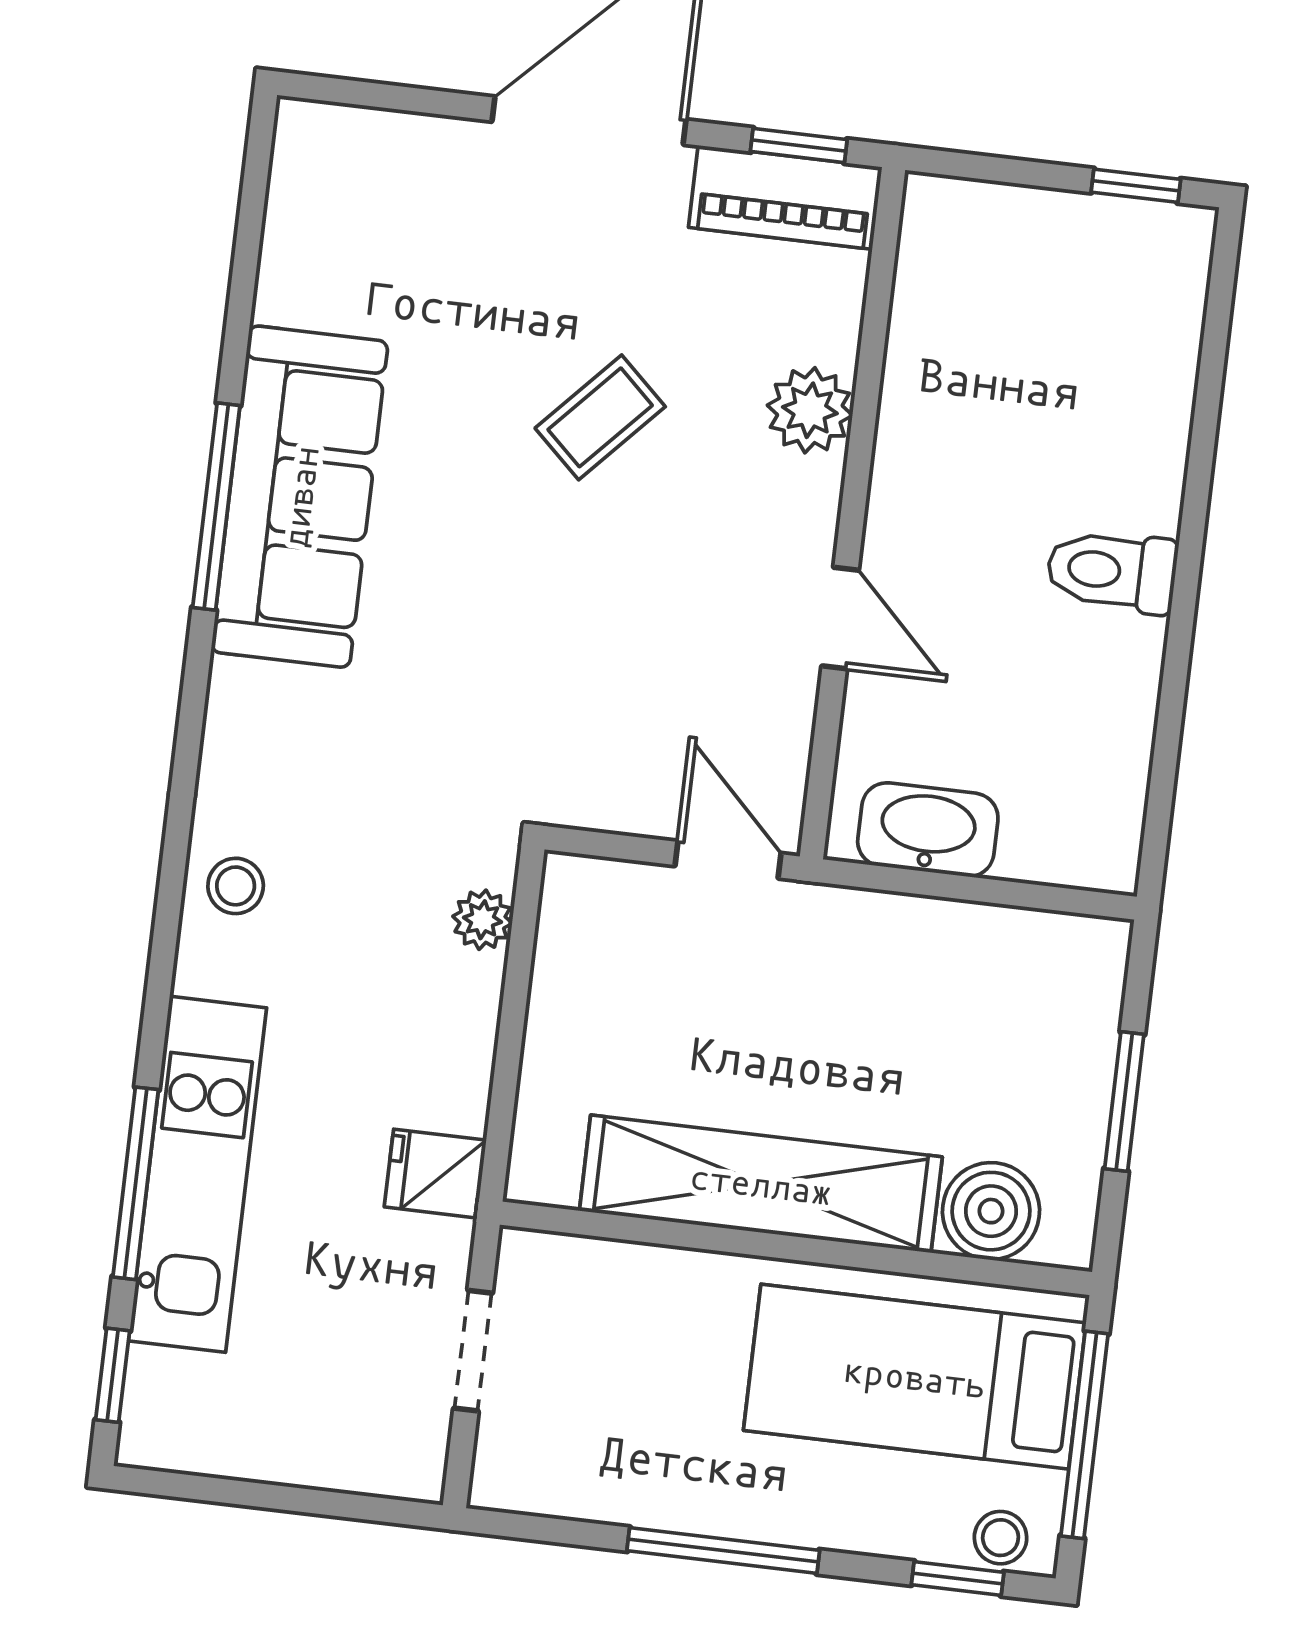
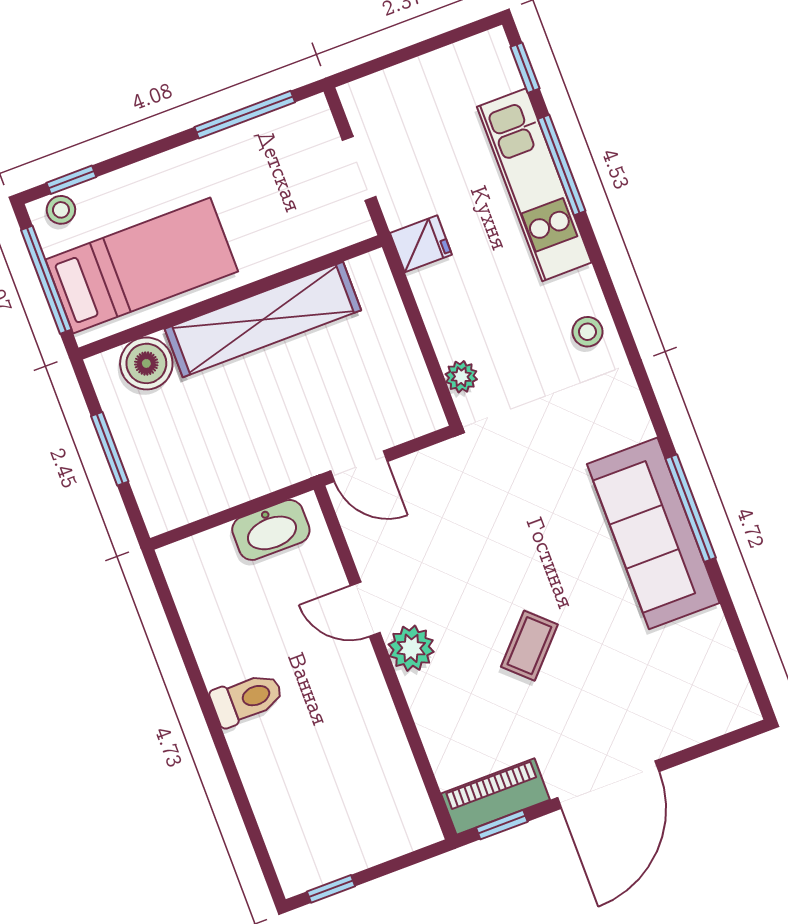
plant: (810, 410) -> (411, 648), moved
window: (723, 1550) -> (245, 115), moved

